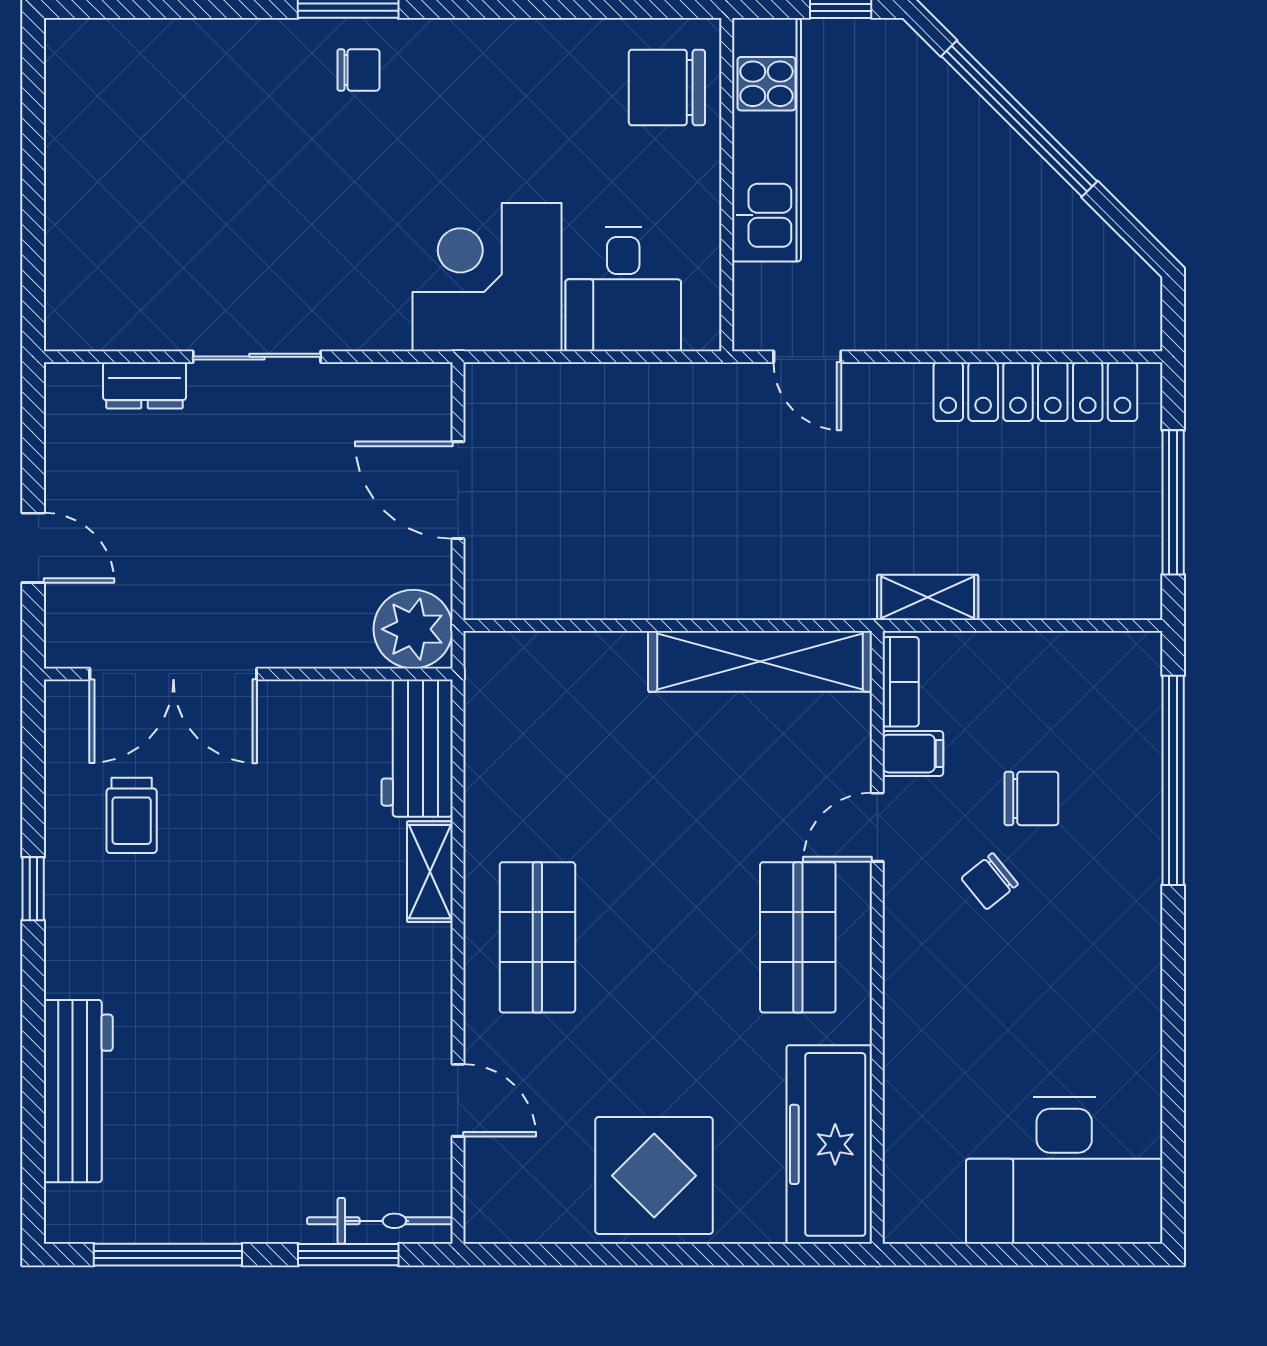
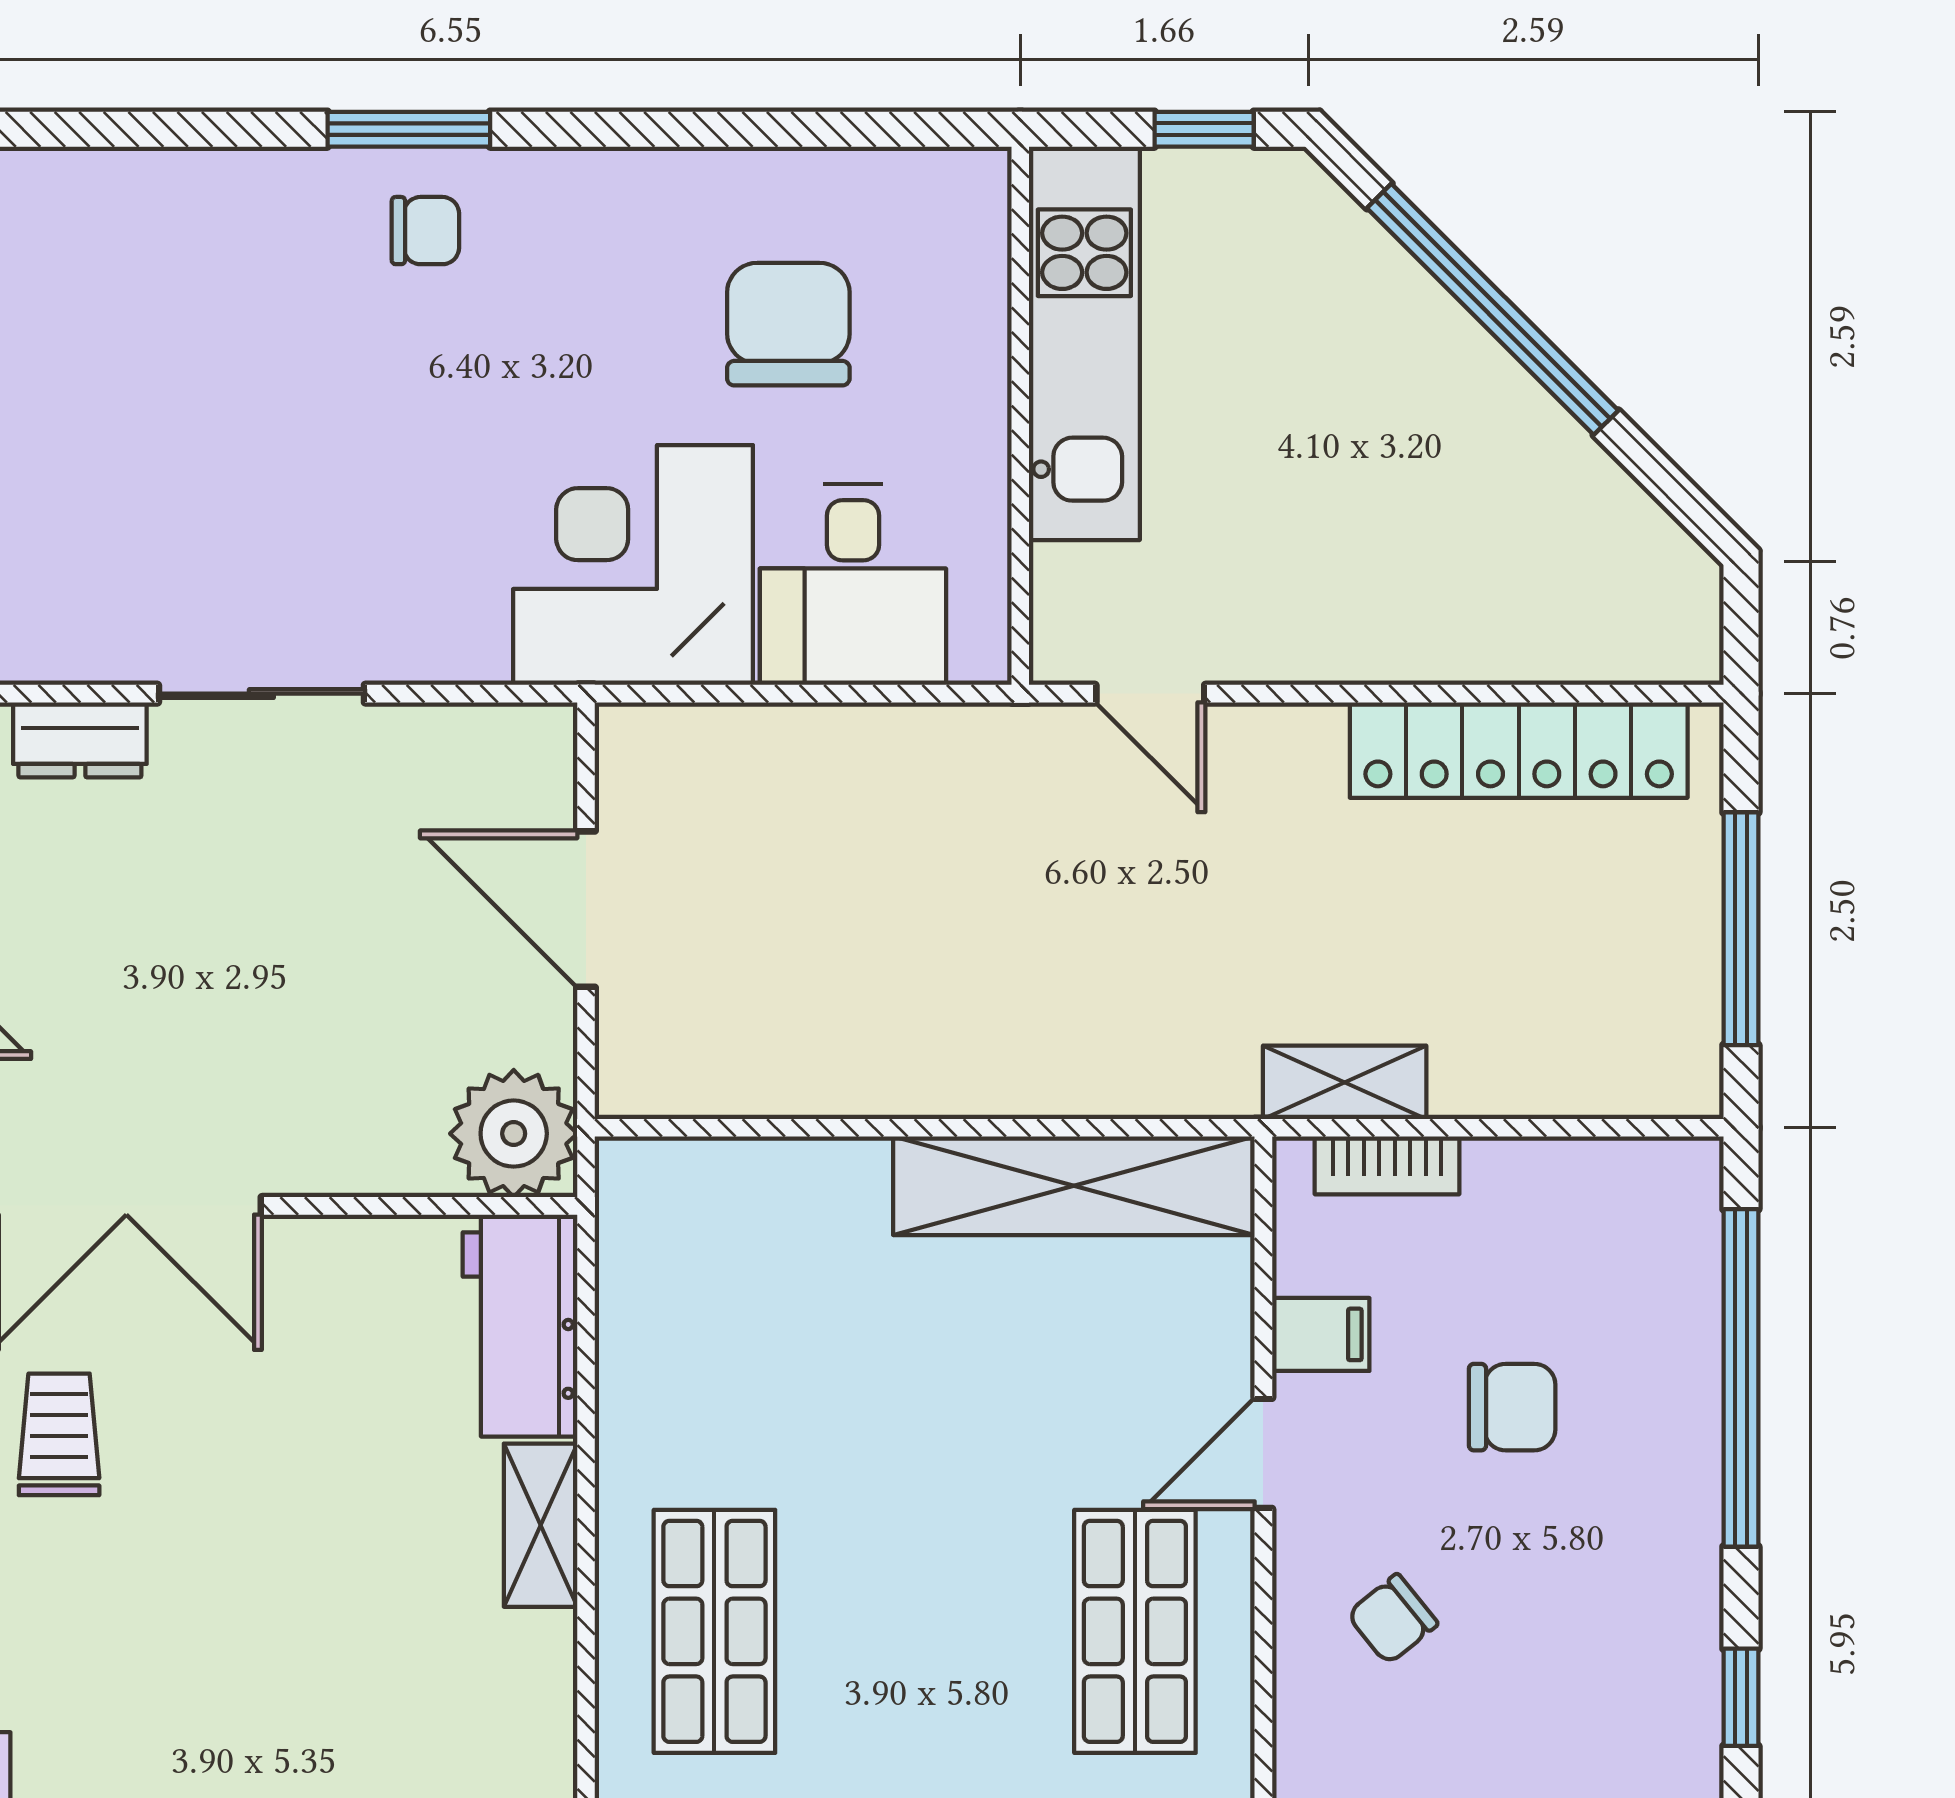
chair: (667, 87) -> (788, 324), moved, turned 90
bookcase: (901, 682) -> (1387, 1165), moved, turned 90
trolley: (132, 815) -> (59, 1434), turned 180
chair: (990, 881) -> (1392, 1619), moved
window: (1173, 978) -> (1741, 1697), added

